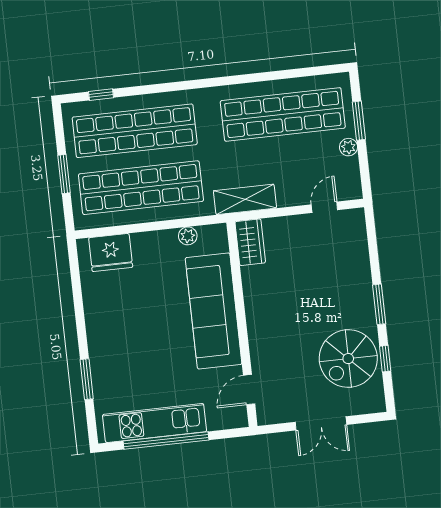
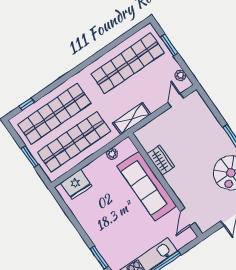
plant: (348, 147) -> (180, 75), moved
wardrobe: (250, 242) -> (161, 160), moved

